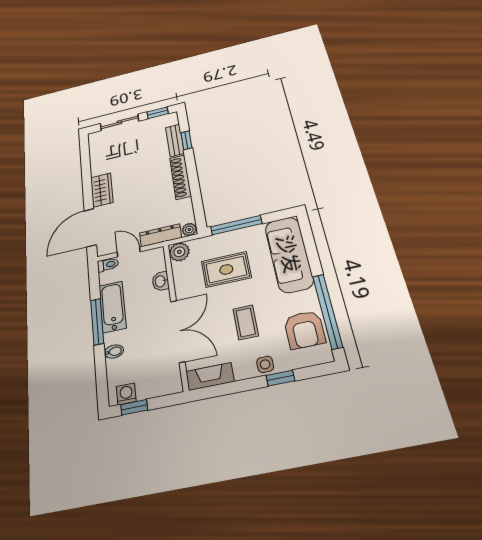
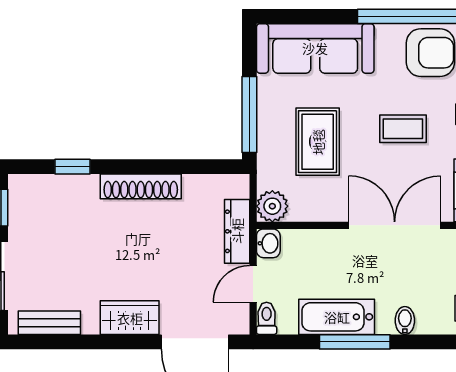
bench: (175, 140) -> (49, 323), moved
plant: (189, 229) -> (239, 186), removed
washbasin: (161, 281) -> (268, 243), moved, turned -90

